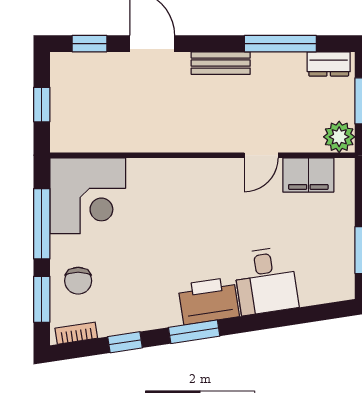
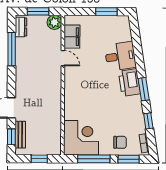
bench: (221, 63) -> (20, 135), moved

